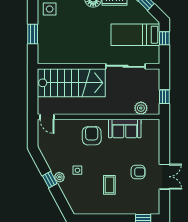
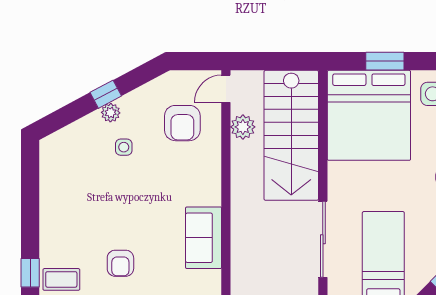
bed: (61, 42) -> (369, 115), added
plant: (141, 108) -> (243, 127), moved
armchair: (92, 136) -> (182, 123), moved, turned 91
coffee table: (109, 185) -> (61, 279), moved

